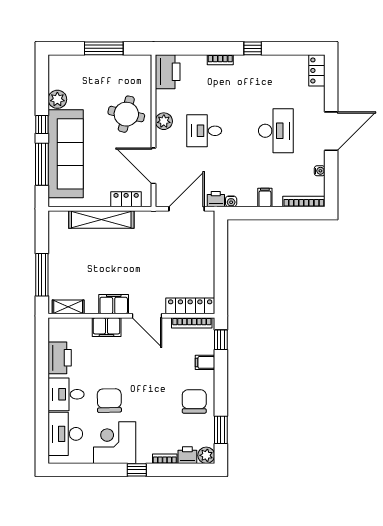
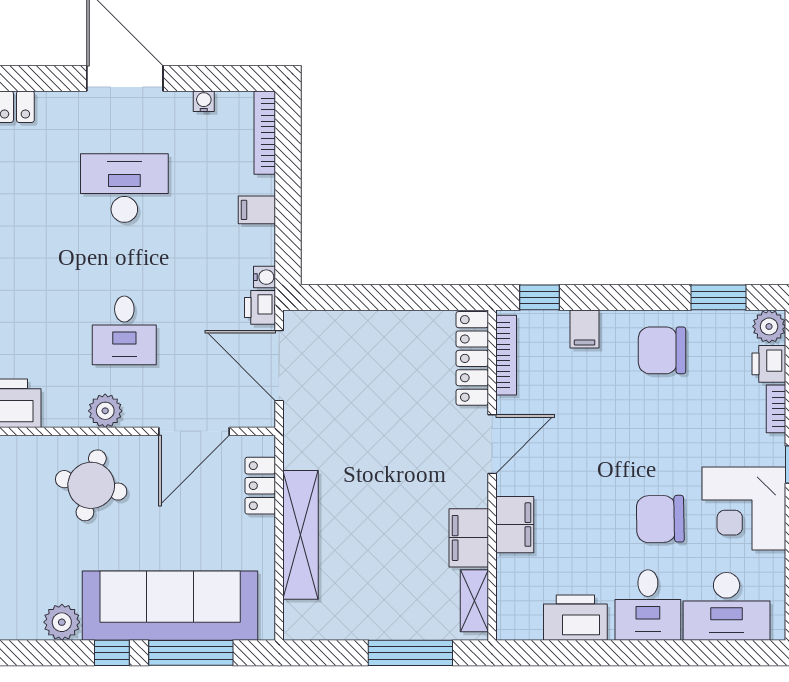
filing cabinet: (114, 304) -> (469, 538), moved

